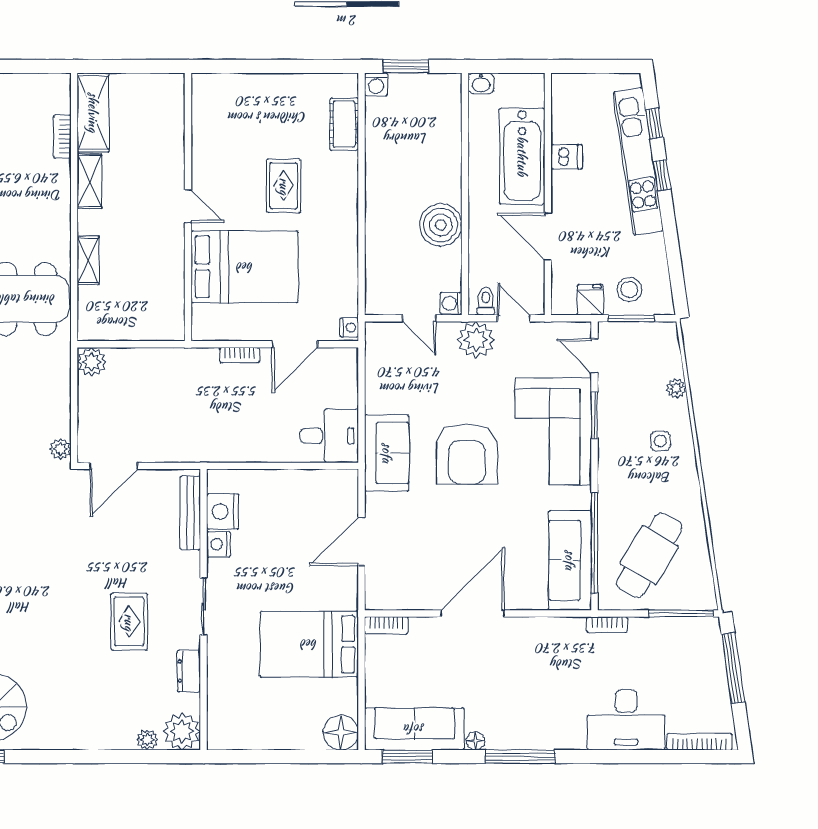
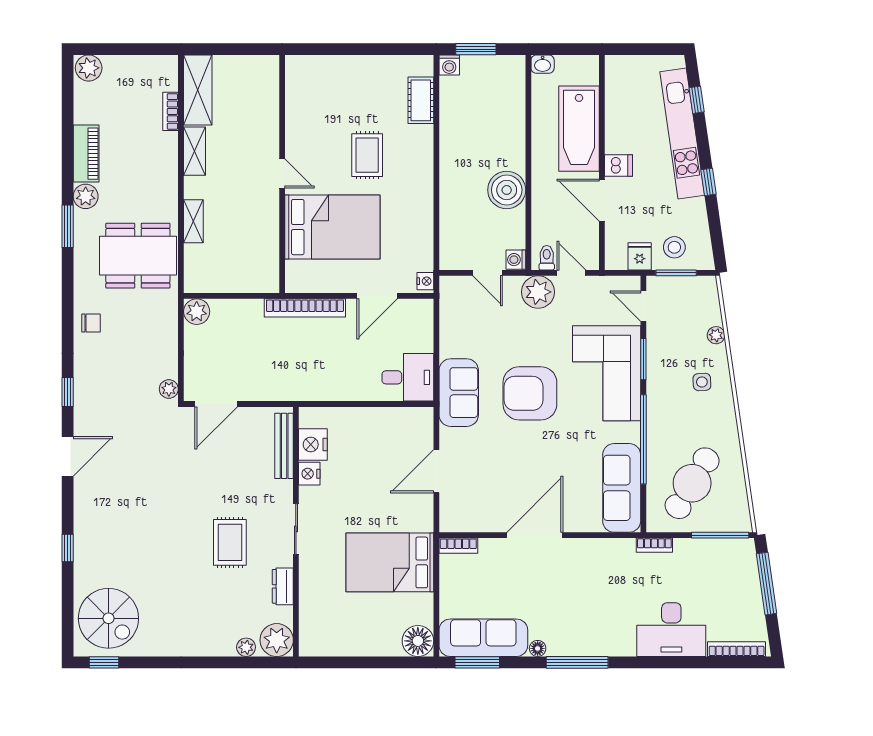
dishwasher: (567, 157) -> (619, 165), moved
window: (662, 175) -> (708, 182), moved
bookcase: (240, 355) -> (305, 308), width x2.31, depth x1.31
armchair: (467, 454) -> (530, 393), turned 90
window: (594, 543) -> (643, 439), moved

